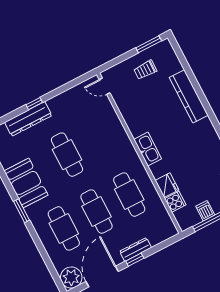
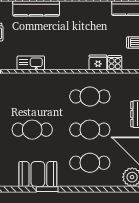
kitchen sink: (148, 149) -> (31, 63), moved
window: (22, 211) -> (47, 189), moved

